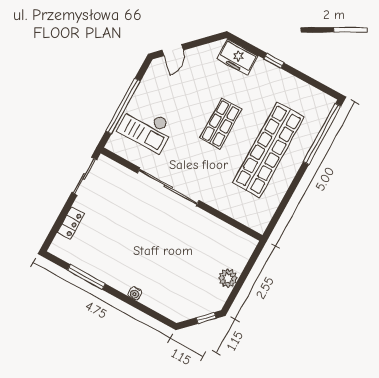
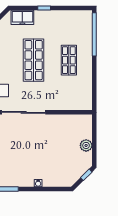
shop shelf: (221, 124) -> (34, 60), width x1.43, depth x1.36
shop shelf: (268, 150) -> (69, 60), width x0.50, depth x0.74

